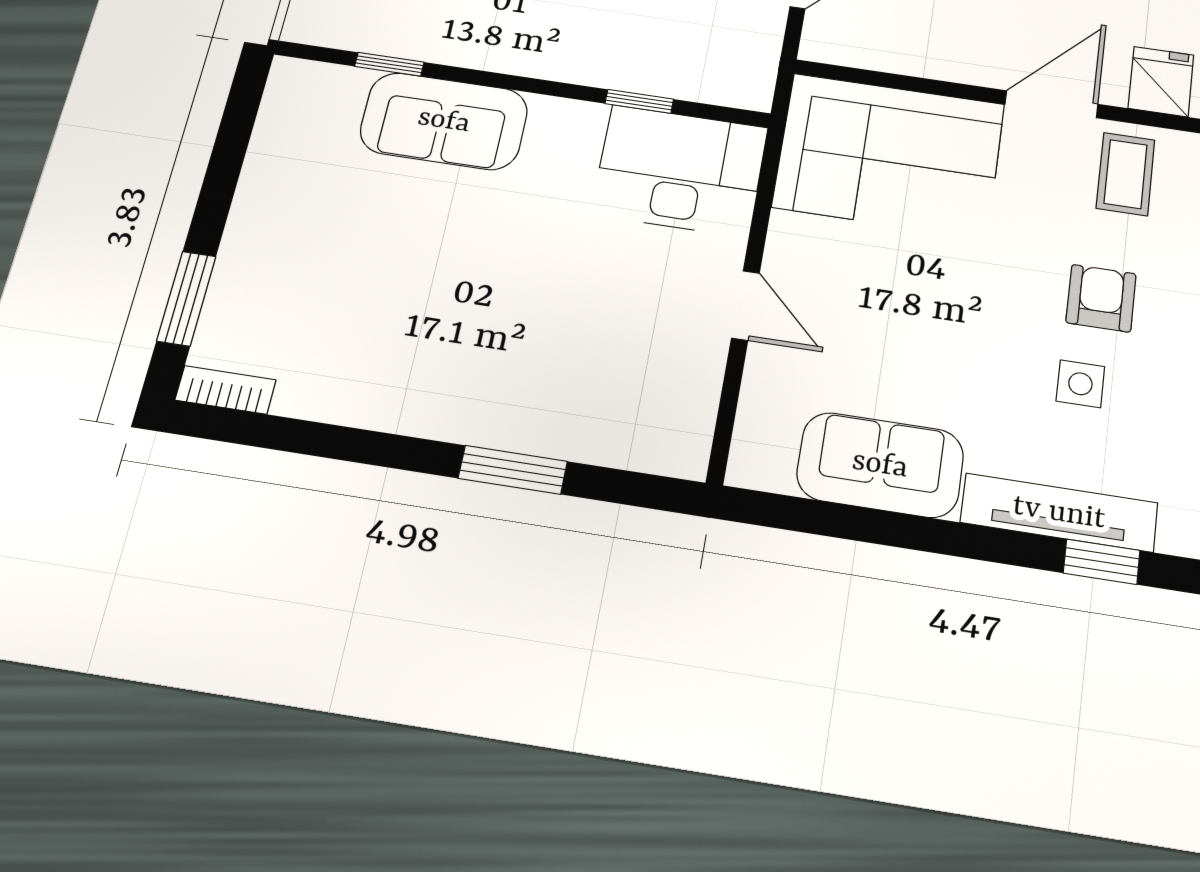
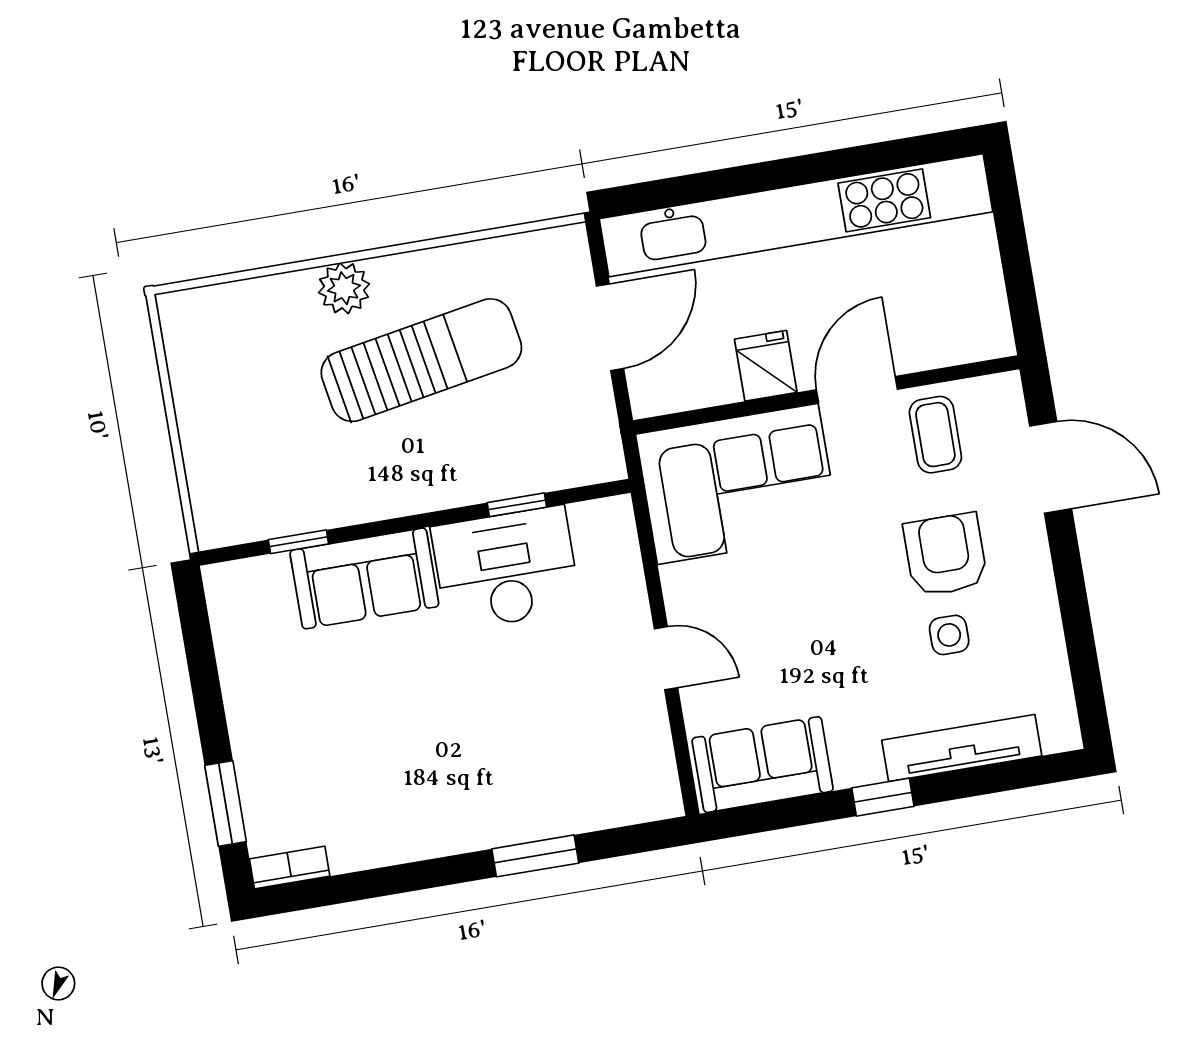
fridge: (1161, 82) -> (766, 366), moved
desk: (680, 171) -> (506, 568), moved
armchair: (1101, 298) -> (945, 555), width x1.38, depth x1.38
sofa: (880, 465) -> (763, 765), moved
window: (1102, 562) -> (883, 797), moved

